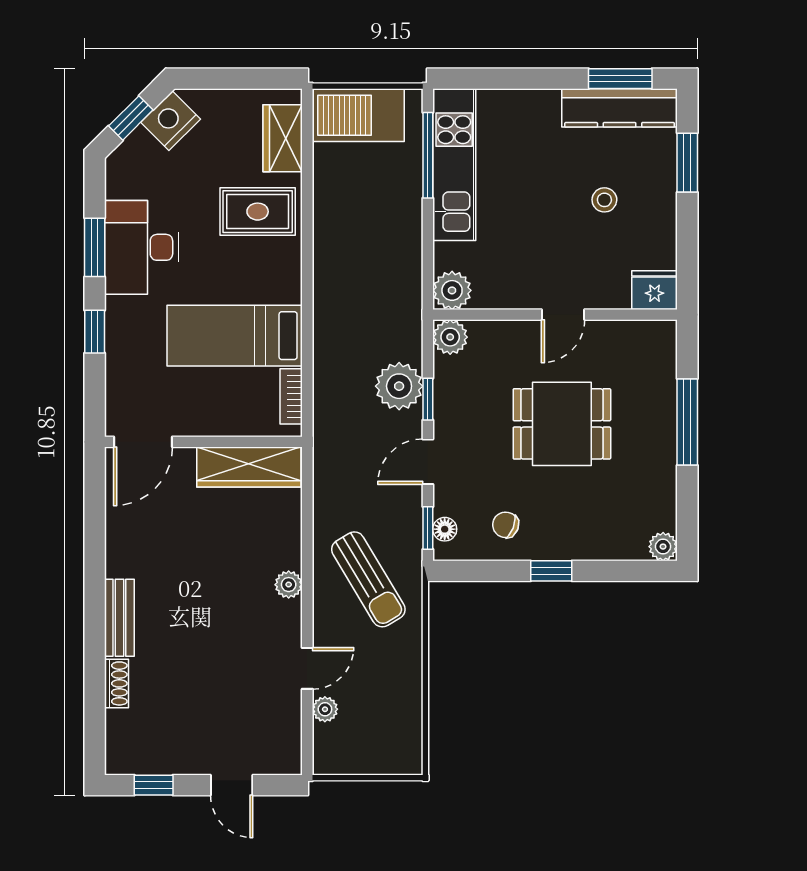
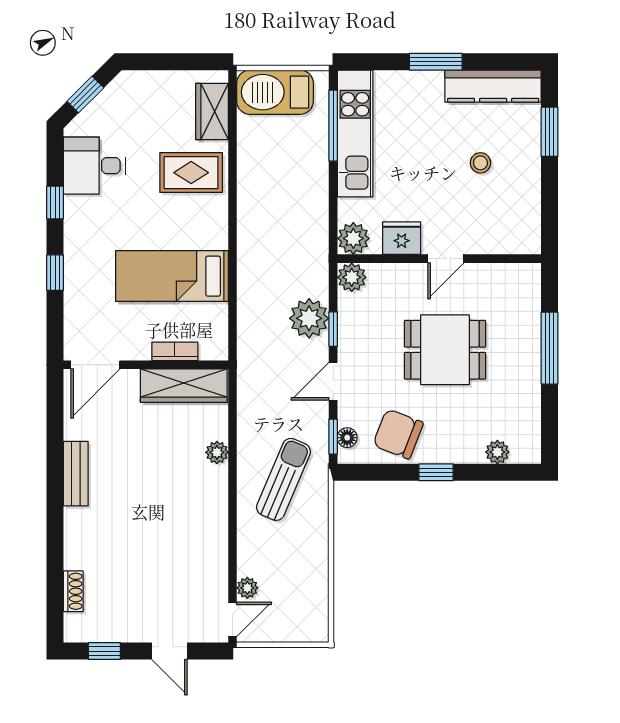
window: (620, 79) -> (436, 62), moved
nightstand: (171, 121) -> (118, 97), removed
window: (95, 247) -> (55, 203), width x0.67
desk: (142, 247) -> (94, 166), moved, width x0.73
fridge: (655, 290) -> (402, 238), moved
bookcase: (291, 396) -> (175, 351), moved, turned 90
chair: (506, 525) -> (398, 434), width x1.87, depth x1.87
plant: (663, 547) -> (497, 452), moved
sun lounger: (368, 579) -> (283, 479), turned -126
plant: (289, 585) -> (217, 452), moved
bench: (119, 618) -> (76, 474), moved
door: (307, 668) -> (233, 619), moved
shoe rack: (116, 683) -> (73, 591), moved

